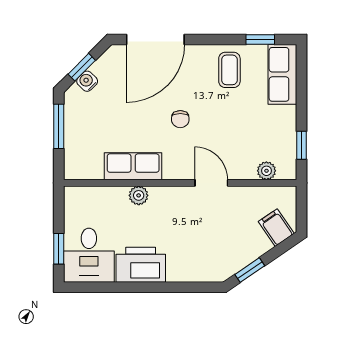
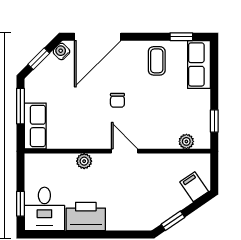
water cooler: (87, 81) -> (61, 51), moved
row of seats: (133, 166) -> (35, 126), moved, turned 90
door: (211, 183) -> (125, 151), moved

